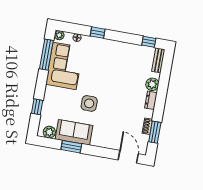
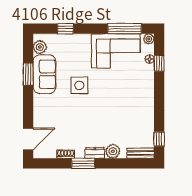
window: (98, 33) -> (159, 63), moved
window: (155, 132) -> (83, 163), moved

